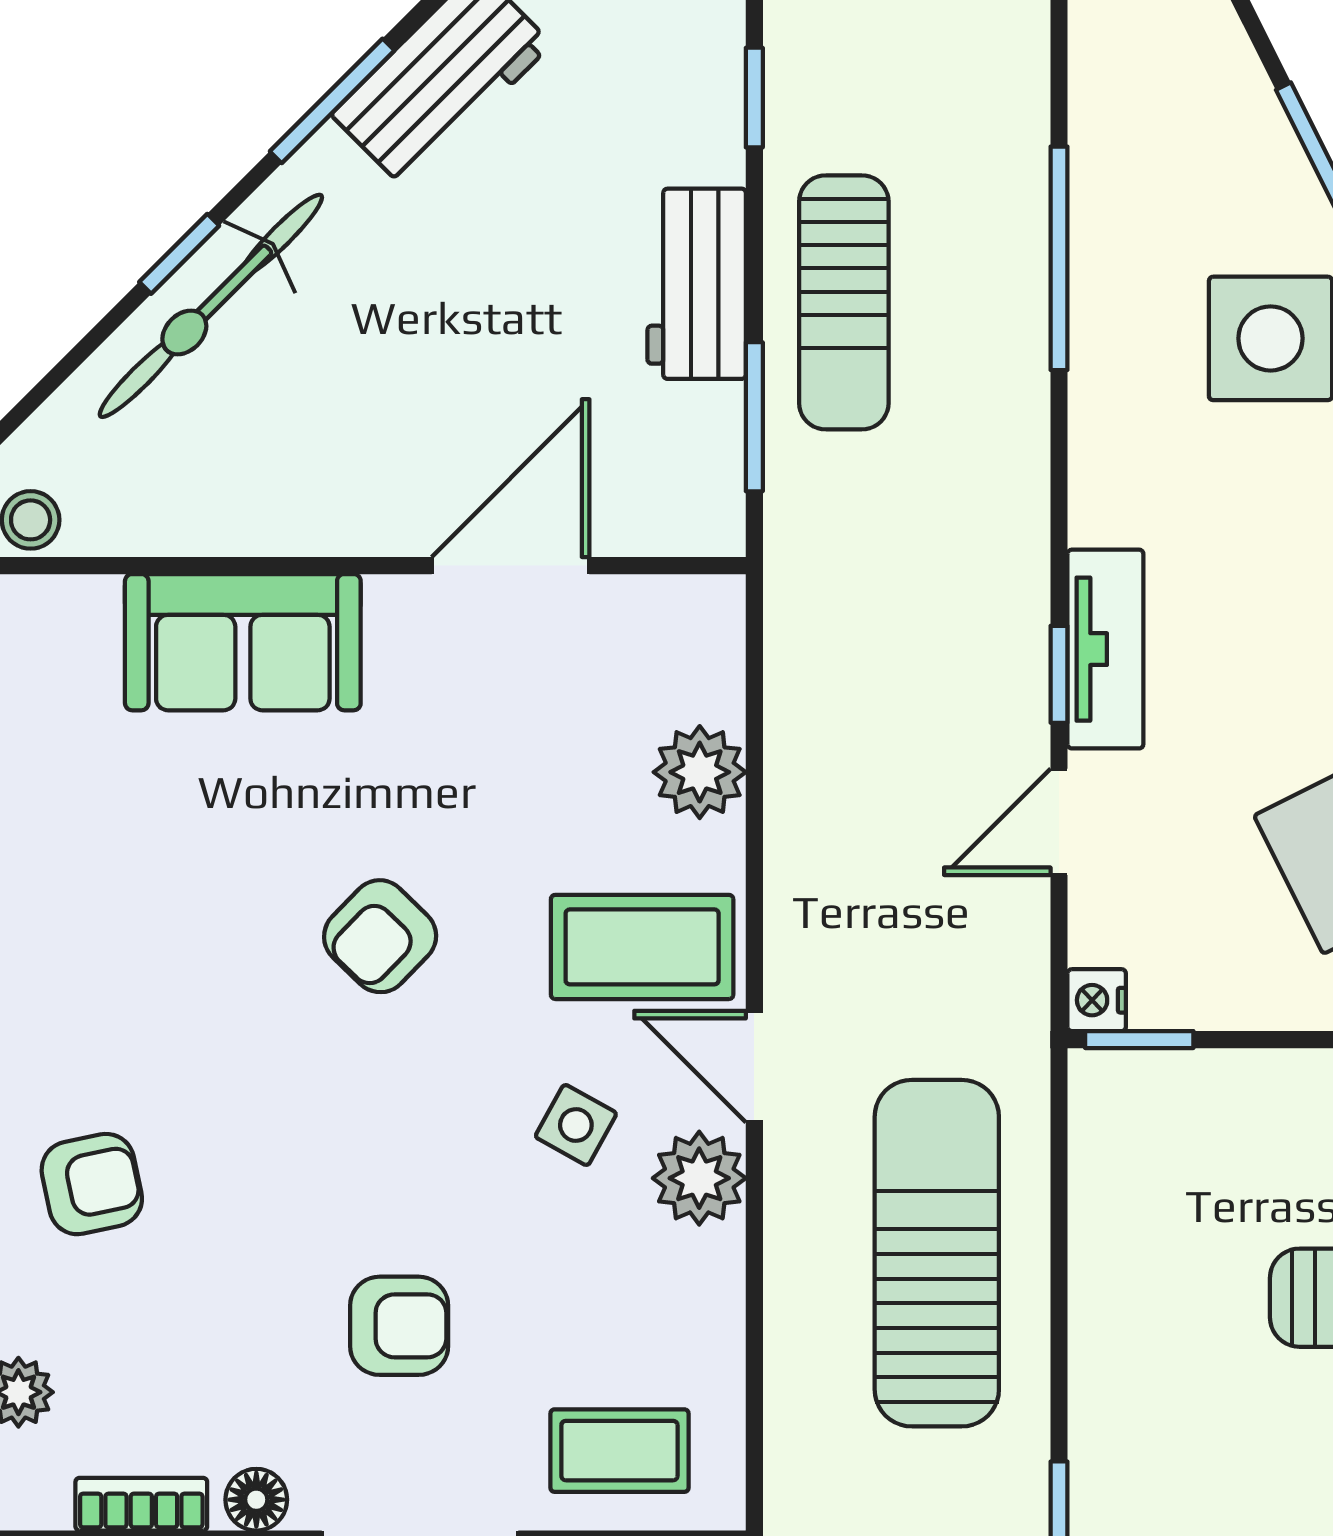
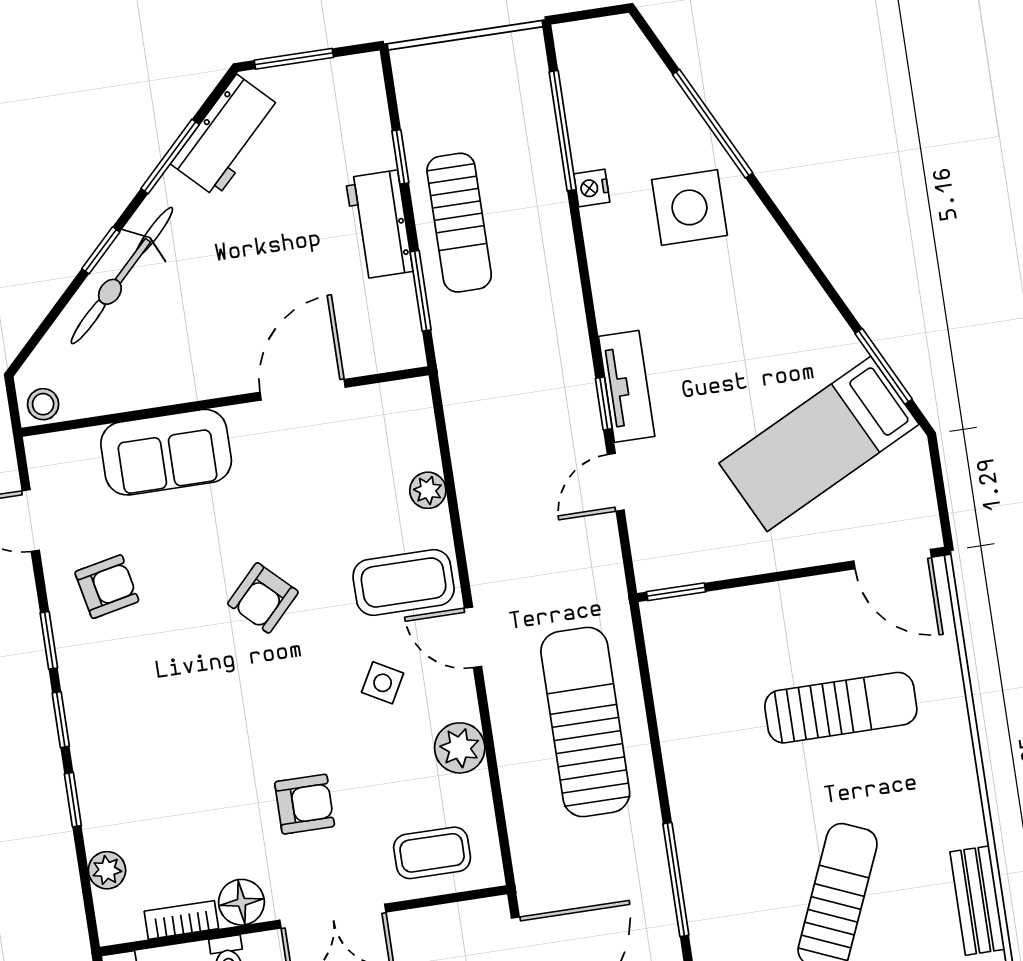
window: (754, 98) -> (400, 157), moved
window: (1059, 258) -> (563, 131), moved
plant: (700, 772) -> (428, 490), width x0.73, depth x0.73
nightstand: (1097, 1000) -> (592, 188), moved
plant: (699, 1178) -> (460, 748), moved
armchair: (92, 1184) -> (107, 587), moved
floor lamp: (256, 1500) -> (241, 902), width x1.37, depth x1.37

